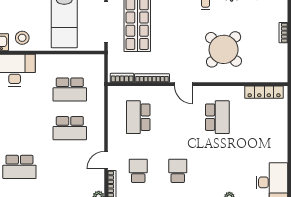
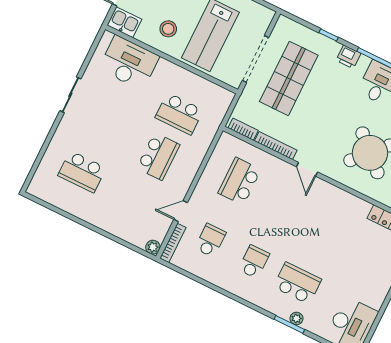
stool: (22, 38) -> (168, 29), moved
school desk: (217, 117) -> (297, 283), moved, turned -90
school desk: (70, 128) -> (158, 156), turned -90

